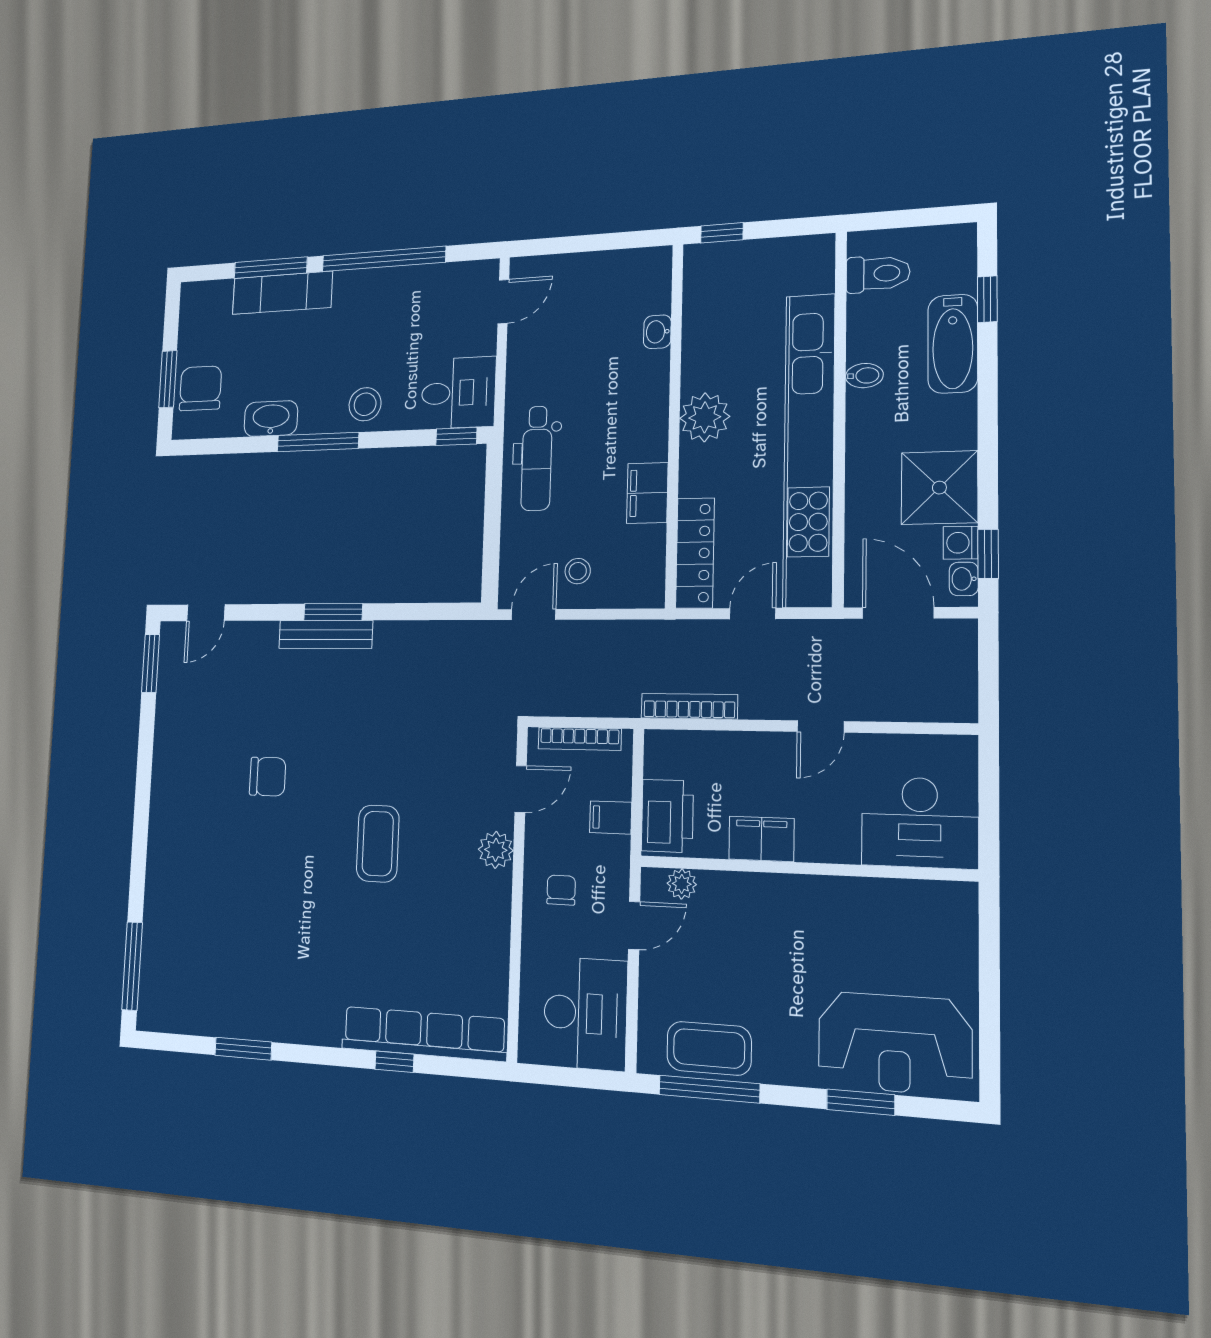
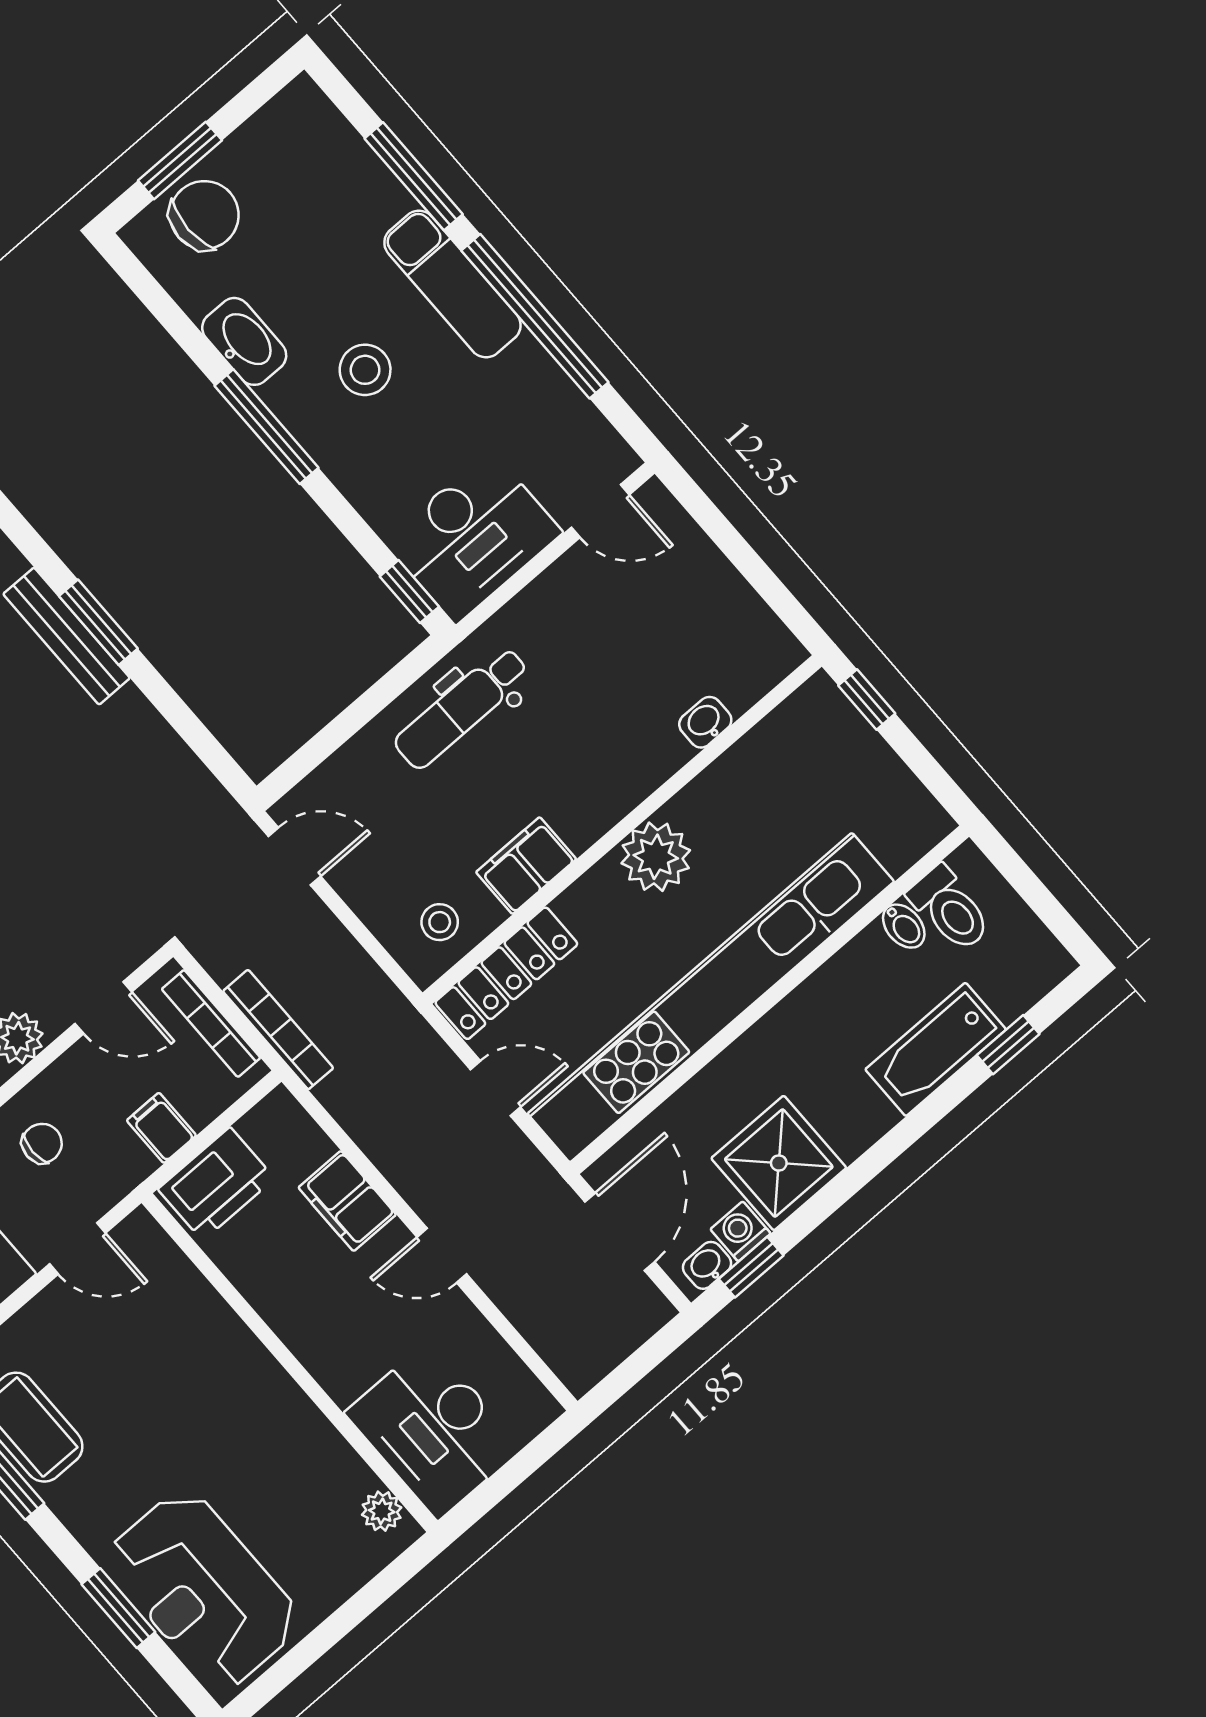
exam couch: (282, 293) -> (452, 284), moved
bidet: (864, 376) -> (904, 926), moved
desk: (458, 393) -> (473, 537), width x1.37
stool: (365, 404) -> (365, 370), moved
stool: (578, 571) -> (440, 922), moved
bookcase: (689, 706) -> (278, 1030), moved
filing cabinet: (761, 839) -> (347, 1201), moved, turned 180
plant: (682, 884) -> (382, 1511), moved

